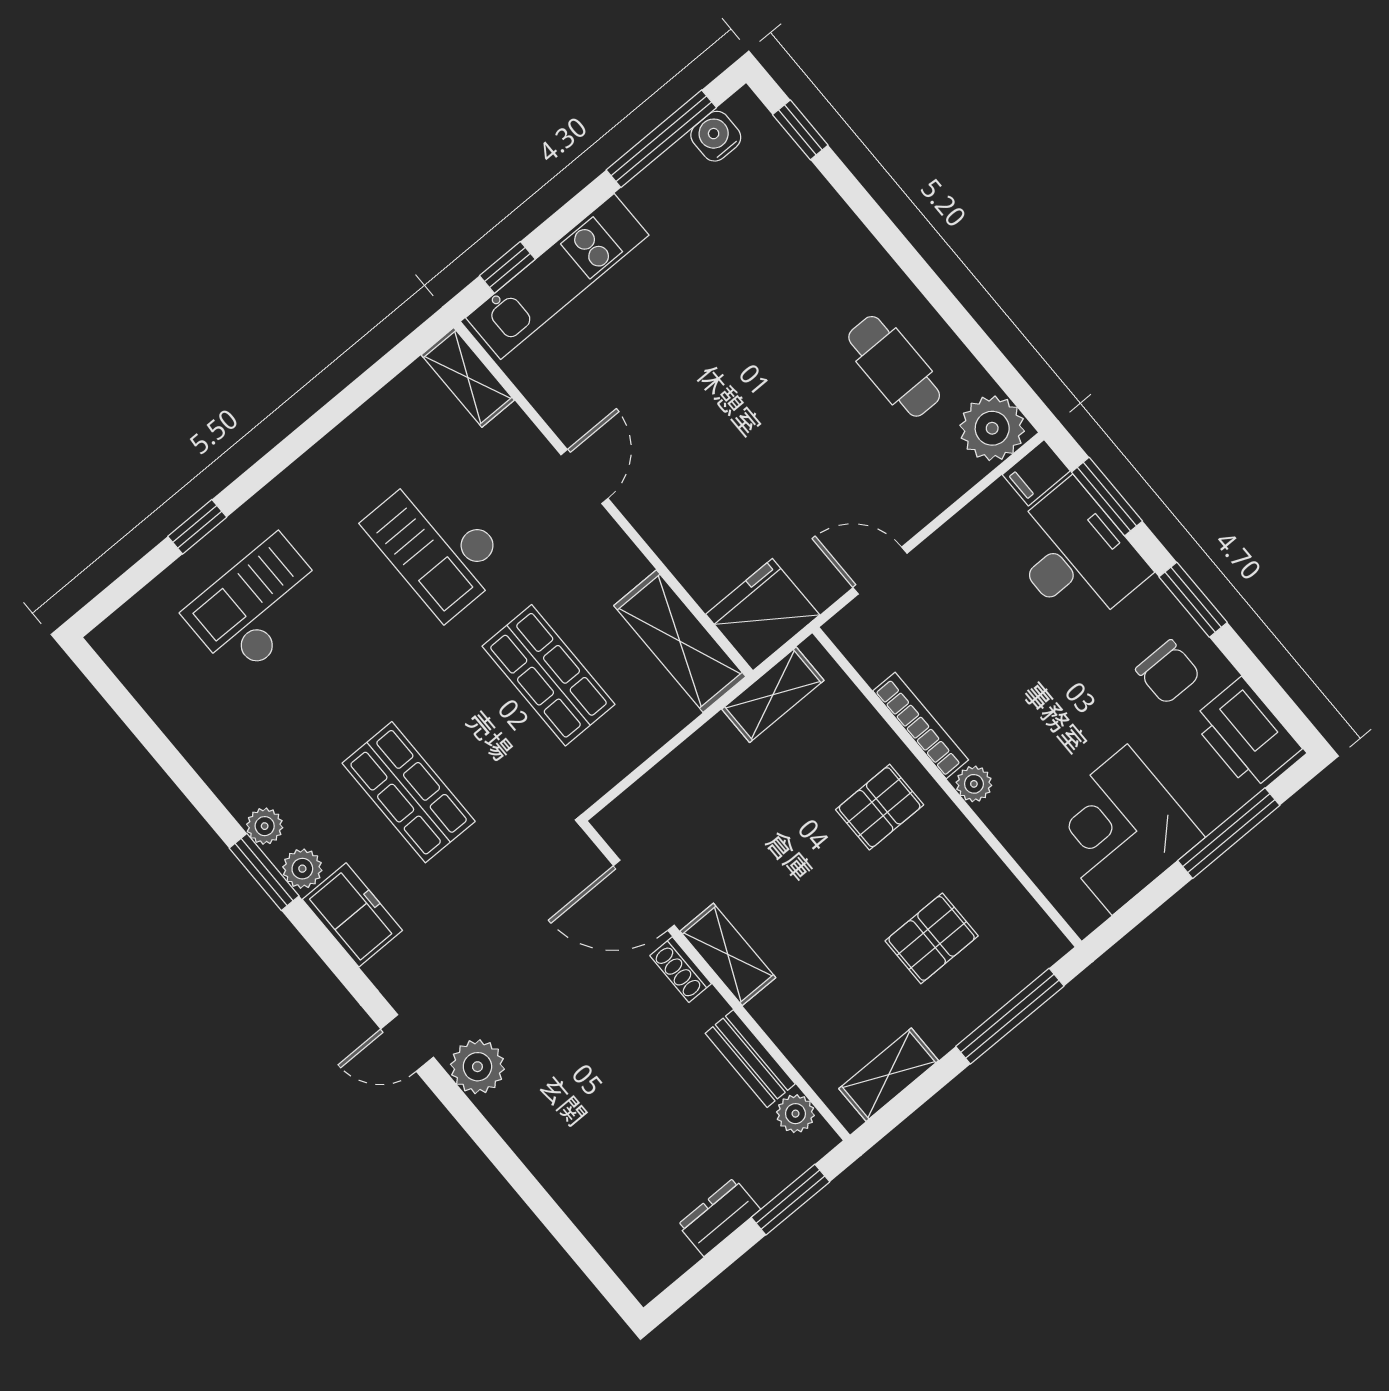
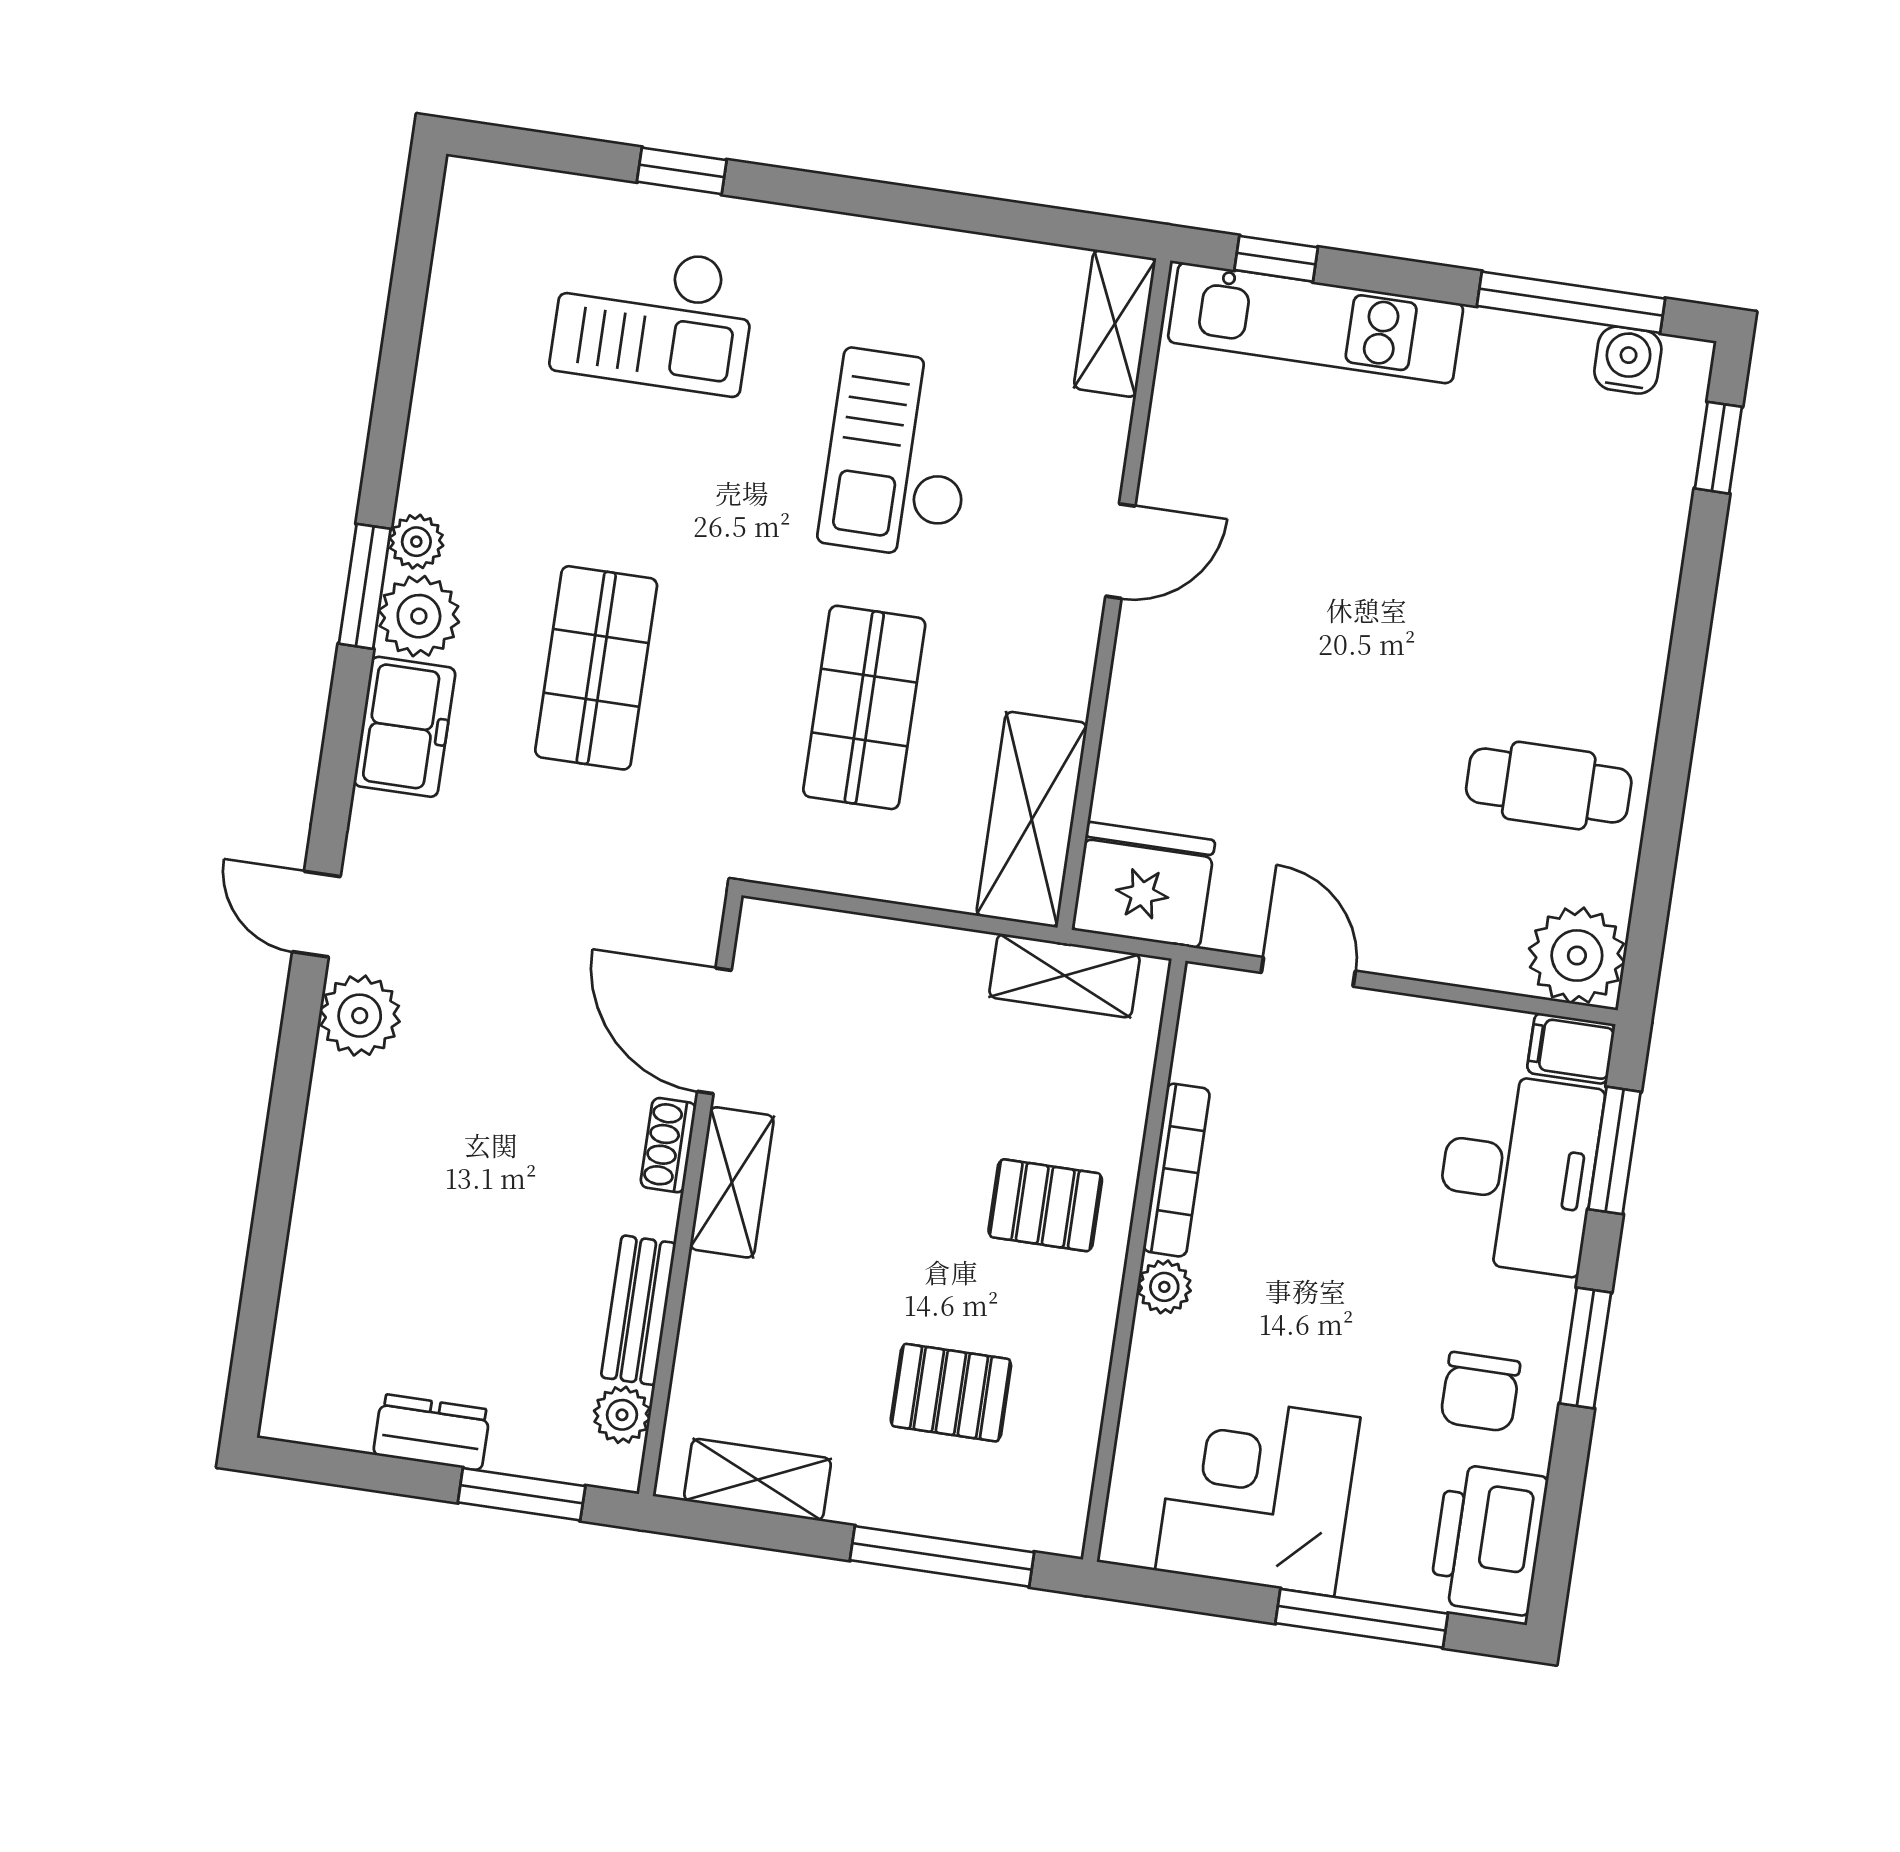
cafe table: (894, 366) -> (1549, 786), turned 90
checkout: (258, 606) -> (654, 317), turned 180
plant: (302, 869) -> (419, 616), width x1.38, depth x1.38

